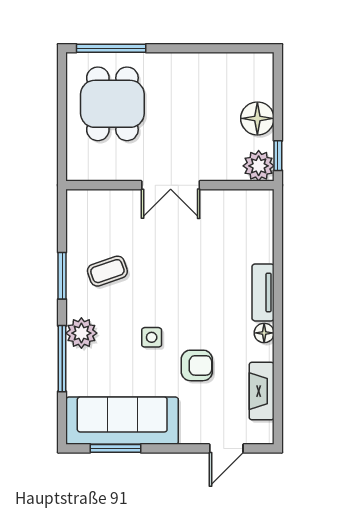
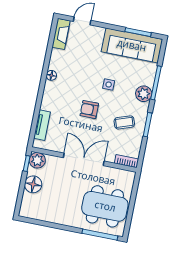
dining table: (112, 104) -> (105, 206), width x1.38
double door: (171, 185) -> (84, 159), width x1.37
bookcase: (88, 198) -> (126, 161), added
tv unit: (263, 292) -> (42, 125), moved
armchair: (197, 365) -> (89, 110), moved
fireplace: (262, 391) -> (61, 34), moved

